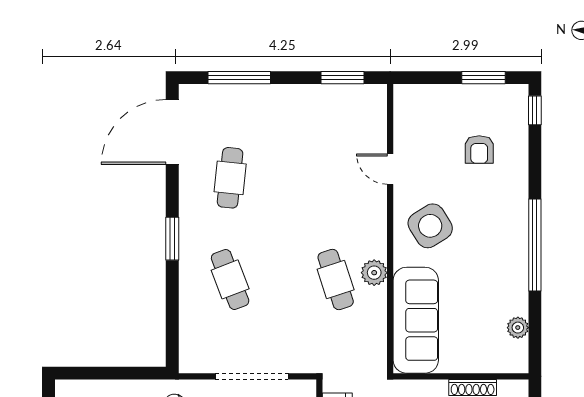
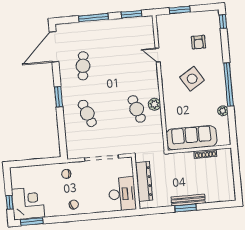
window: (239, 78) -> (93, 18), moved
window: (484, 78) -> (180, 10), moved
side table: (430, 226) -> (192, 79), moved
sofa: (416, 320) -> (191, 138), moved, turned -90
plant: (518, 328) -> (223, 111), moved

